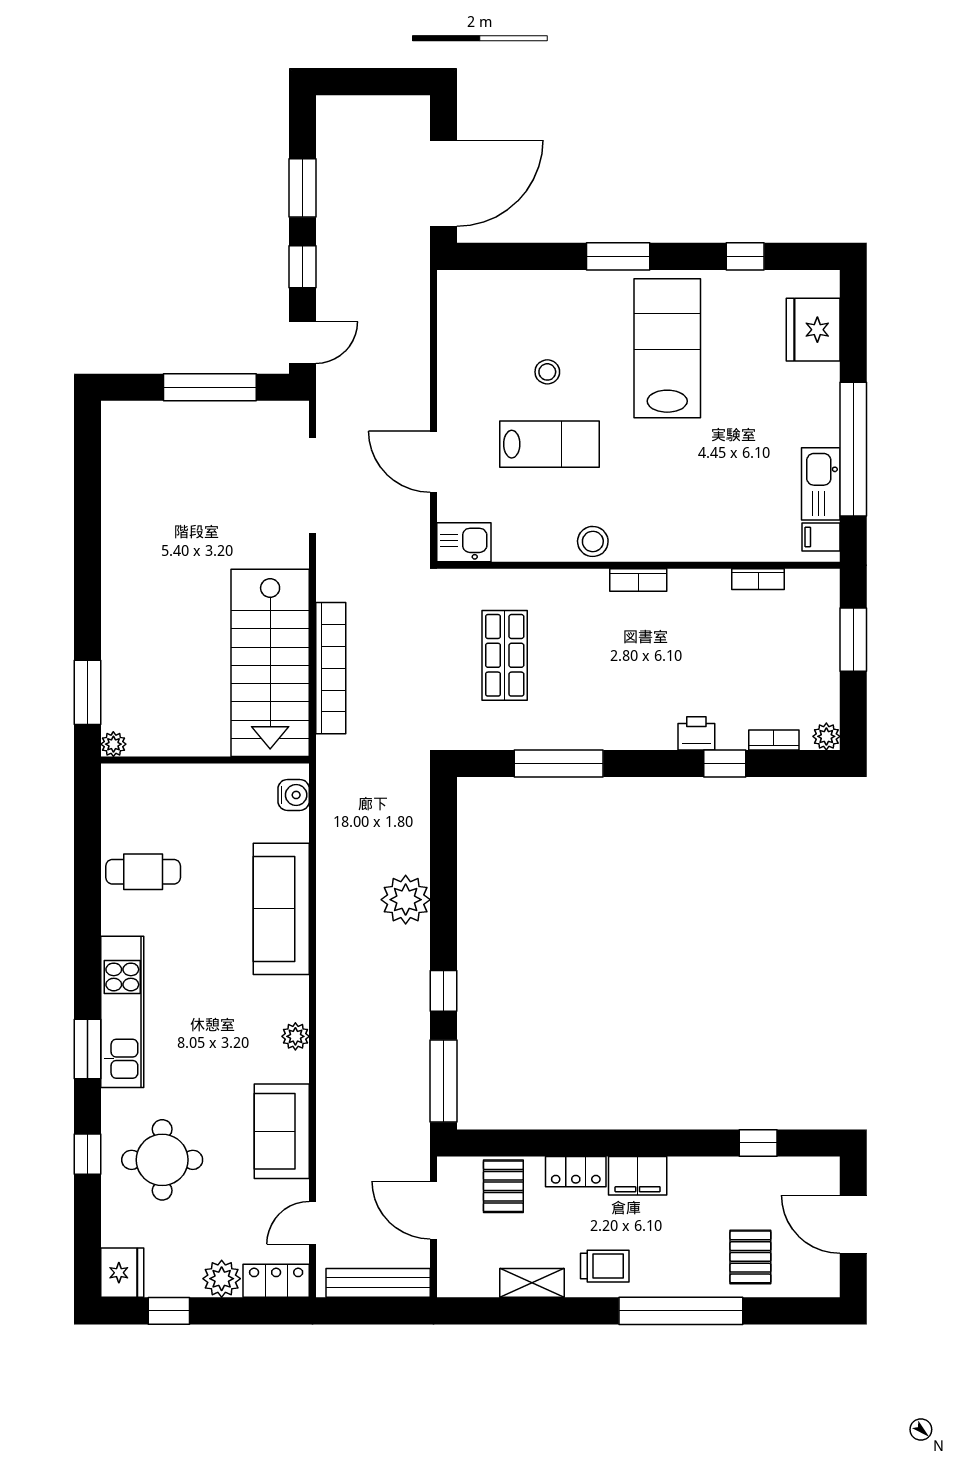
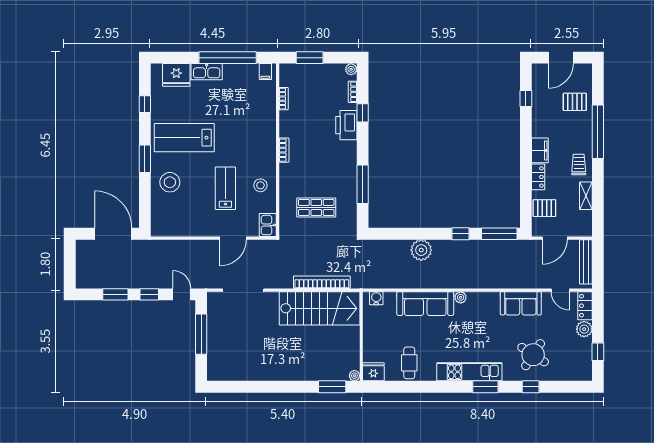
stool: (547, 372) -> (170, 182), moved, width x1.89, depth x1.89
kitchen sink: (821, 484) -> (207, 72), moved
stool: (593, 541) -> (260, 185), moved
printer: (696, 733) -> (346, 125), width x1.87, depth x1.48
plant: (295, 1036) -> (461, 297), moved
round table: (162, 1160) -> (533, 355), turned 33
fridge: (122, 1273) -> (373, 372), moved

